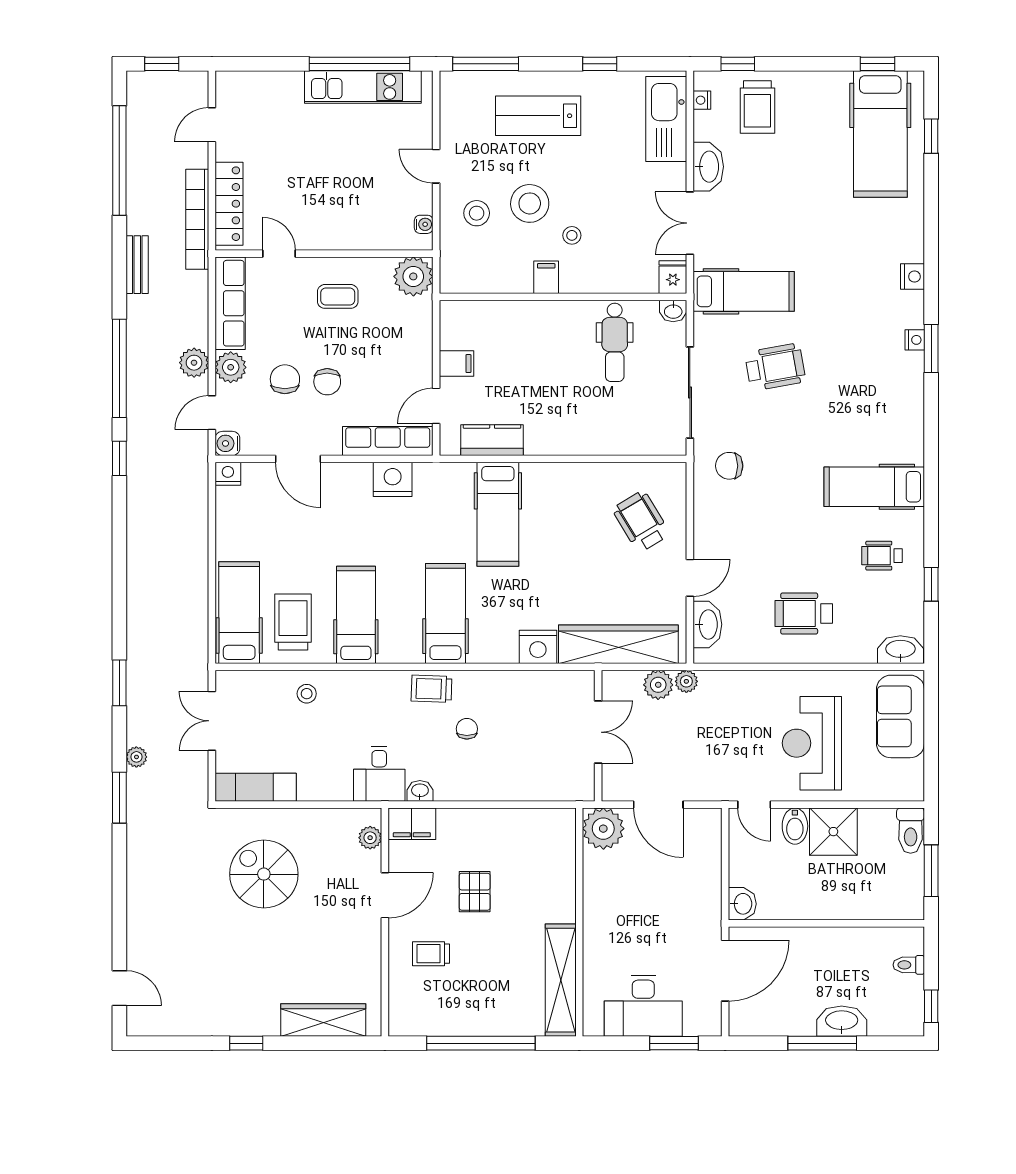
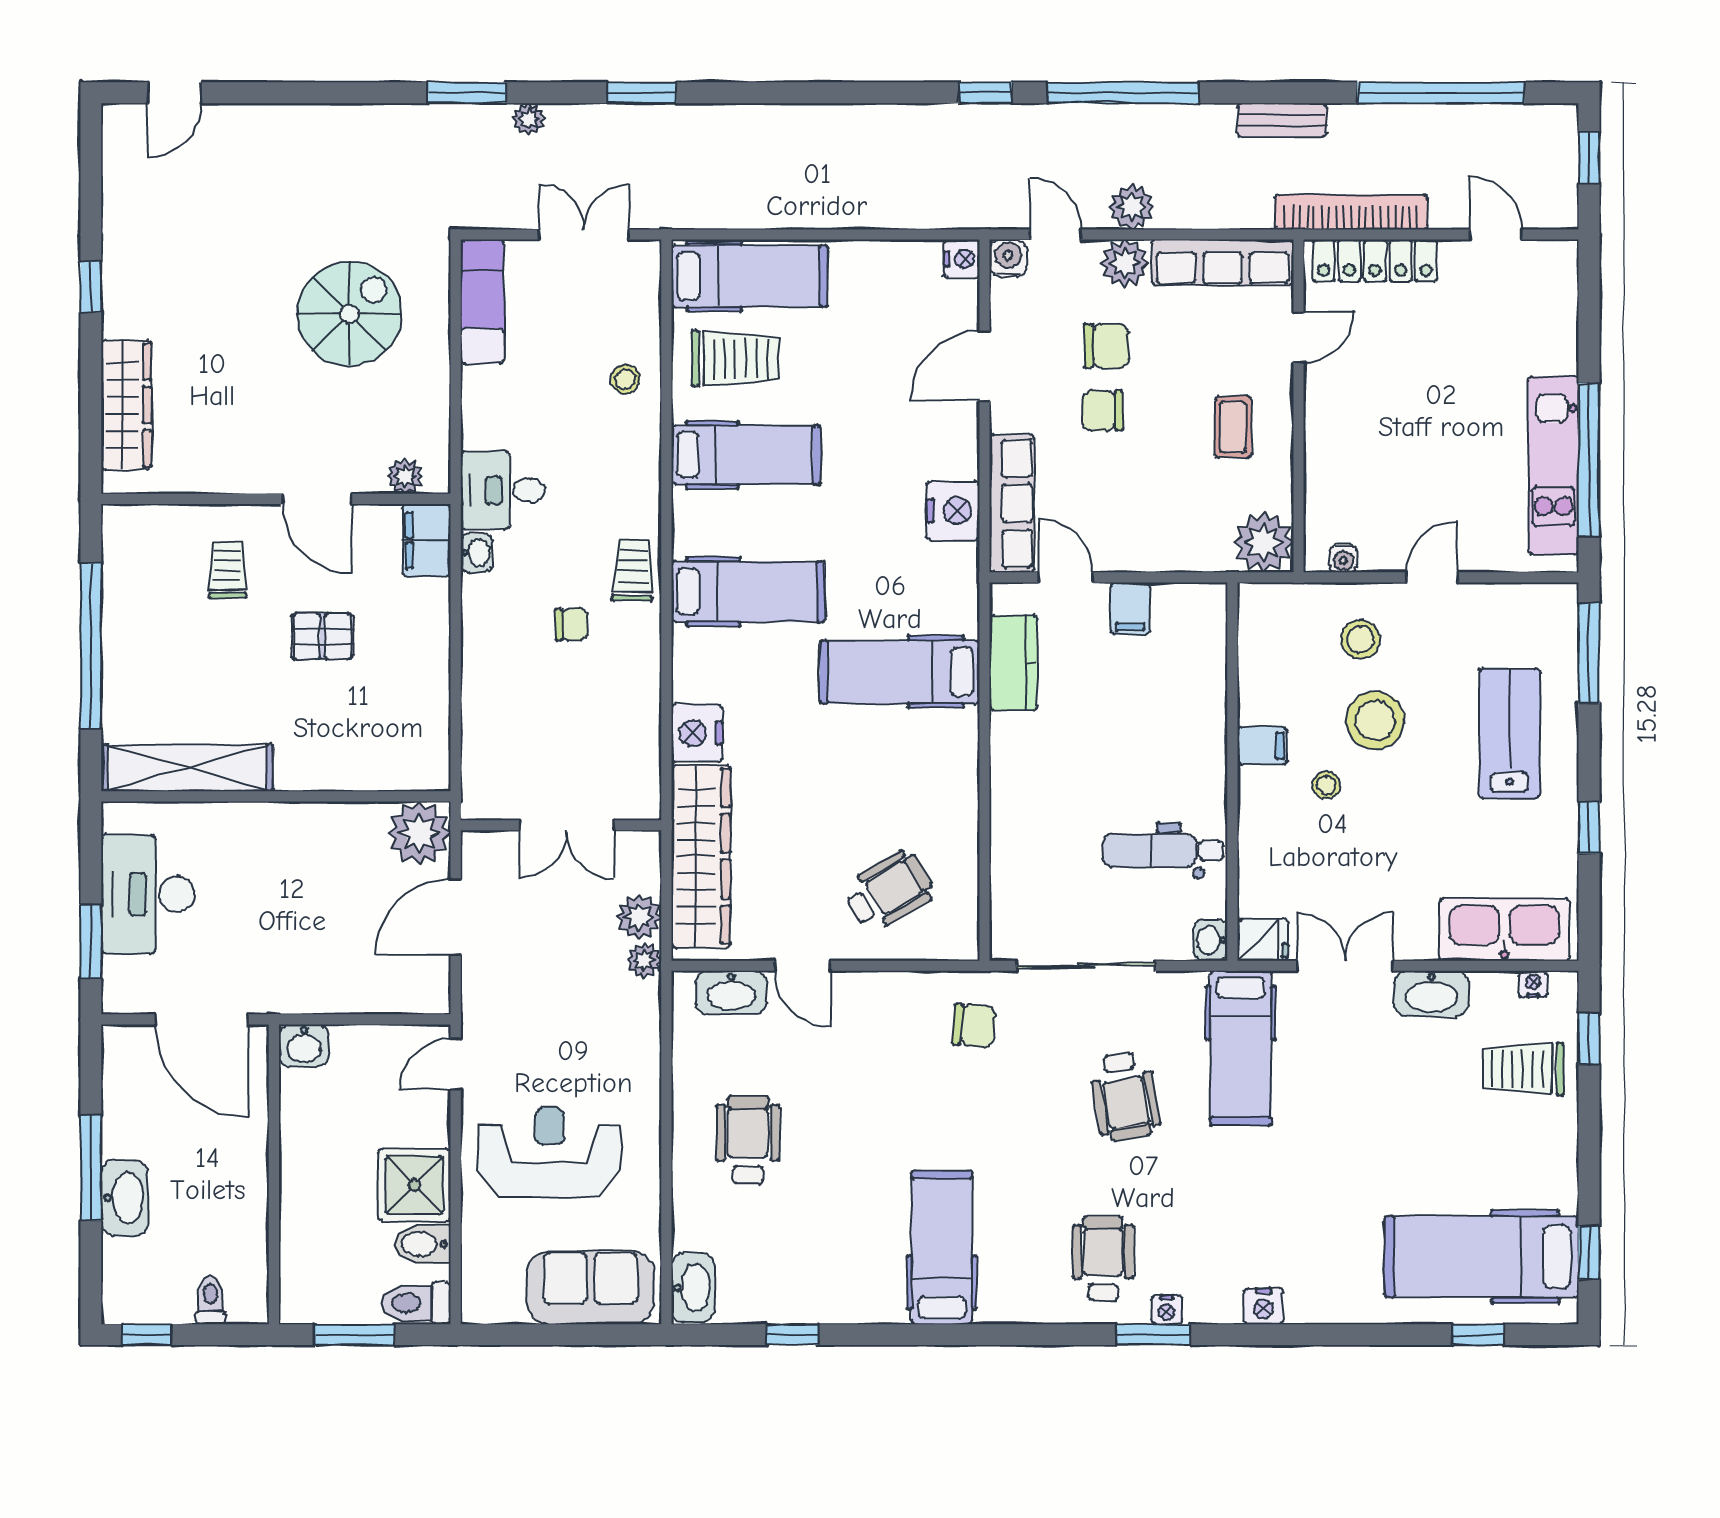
chair: (729, 466) -> (974, 1026), turned 95
wheelchair: (882, 556) -> (1103, 1259), moved, width x1.36, depth x1.37
bidet: (795, 826) -> (423, 1244), moved

